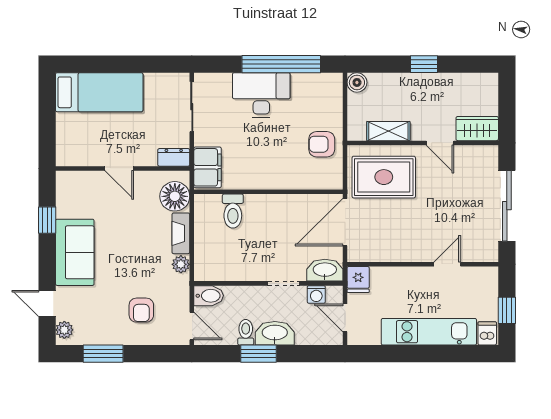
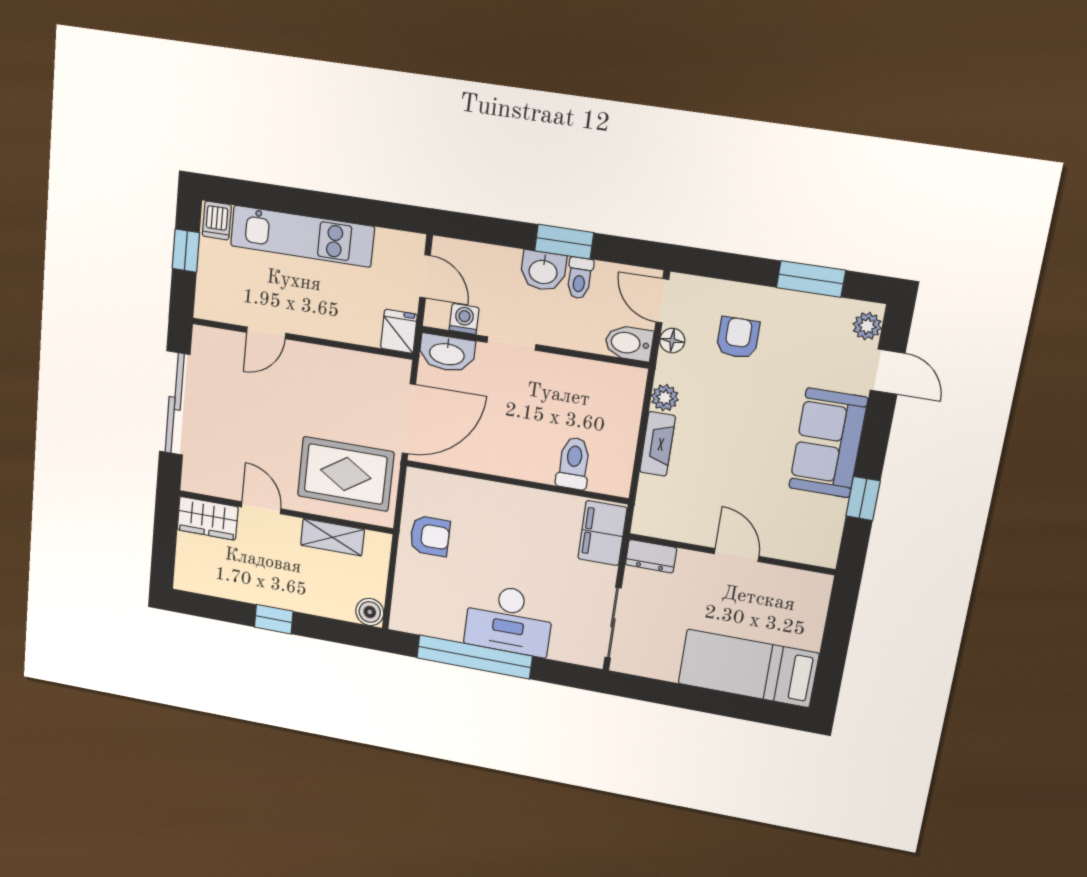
floor lamp: (175, 196) -> (672, 341), moved, width x0.53, depth x0.53
washbasin: (275, 333) -> (543, 271), width x0.72

